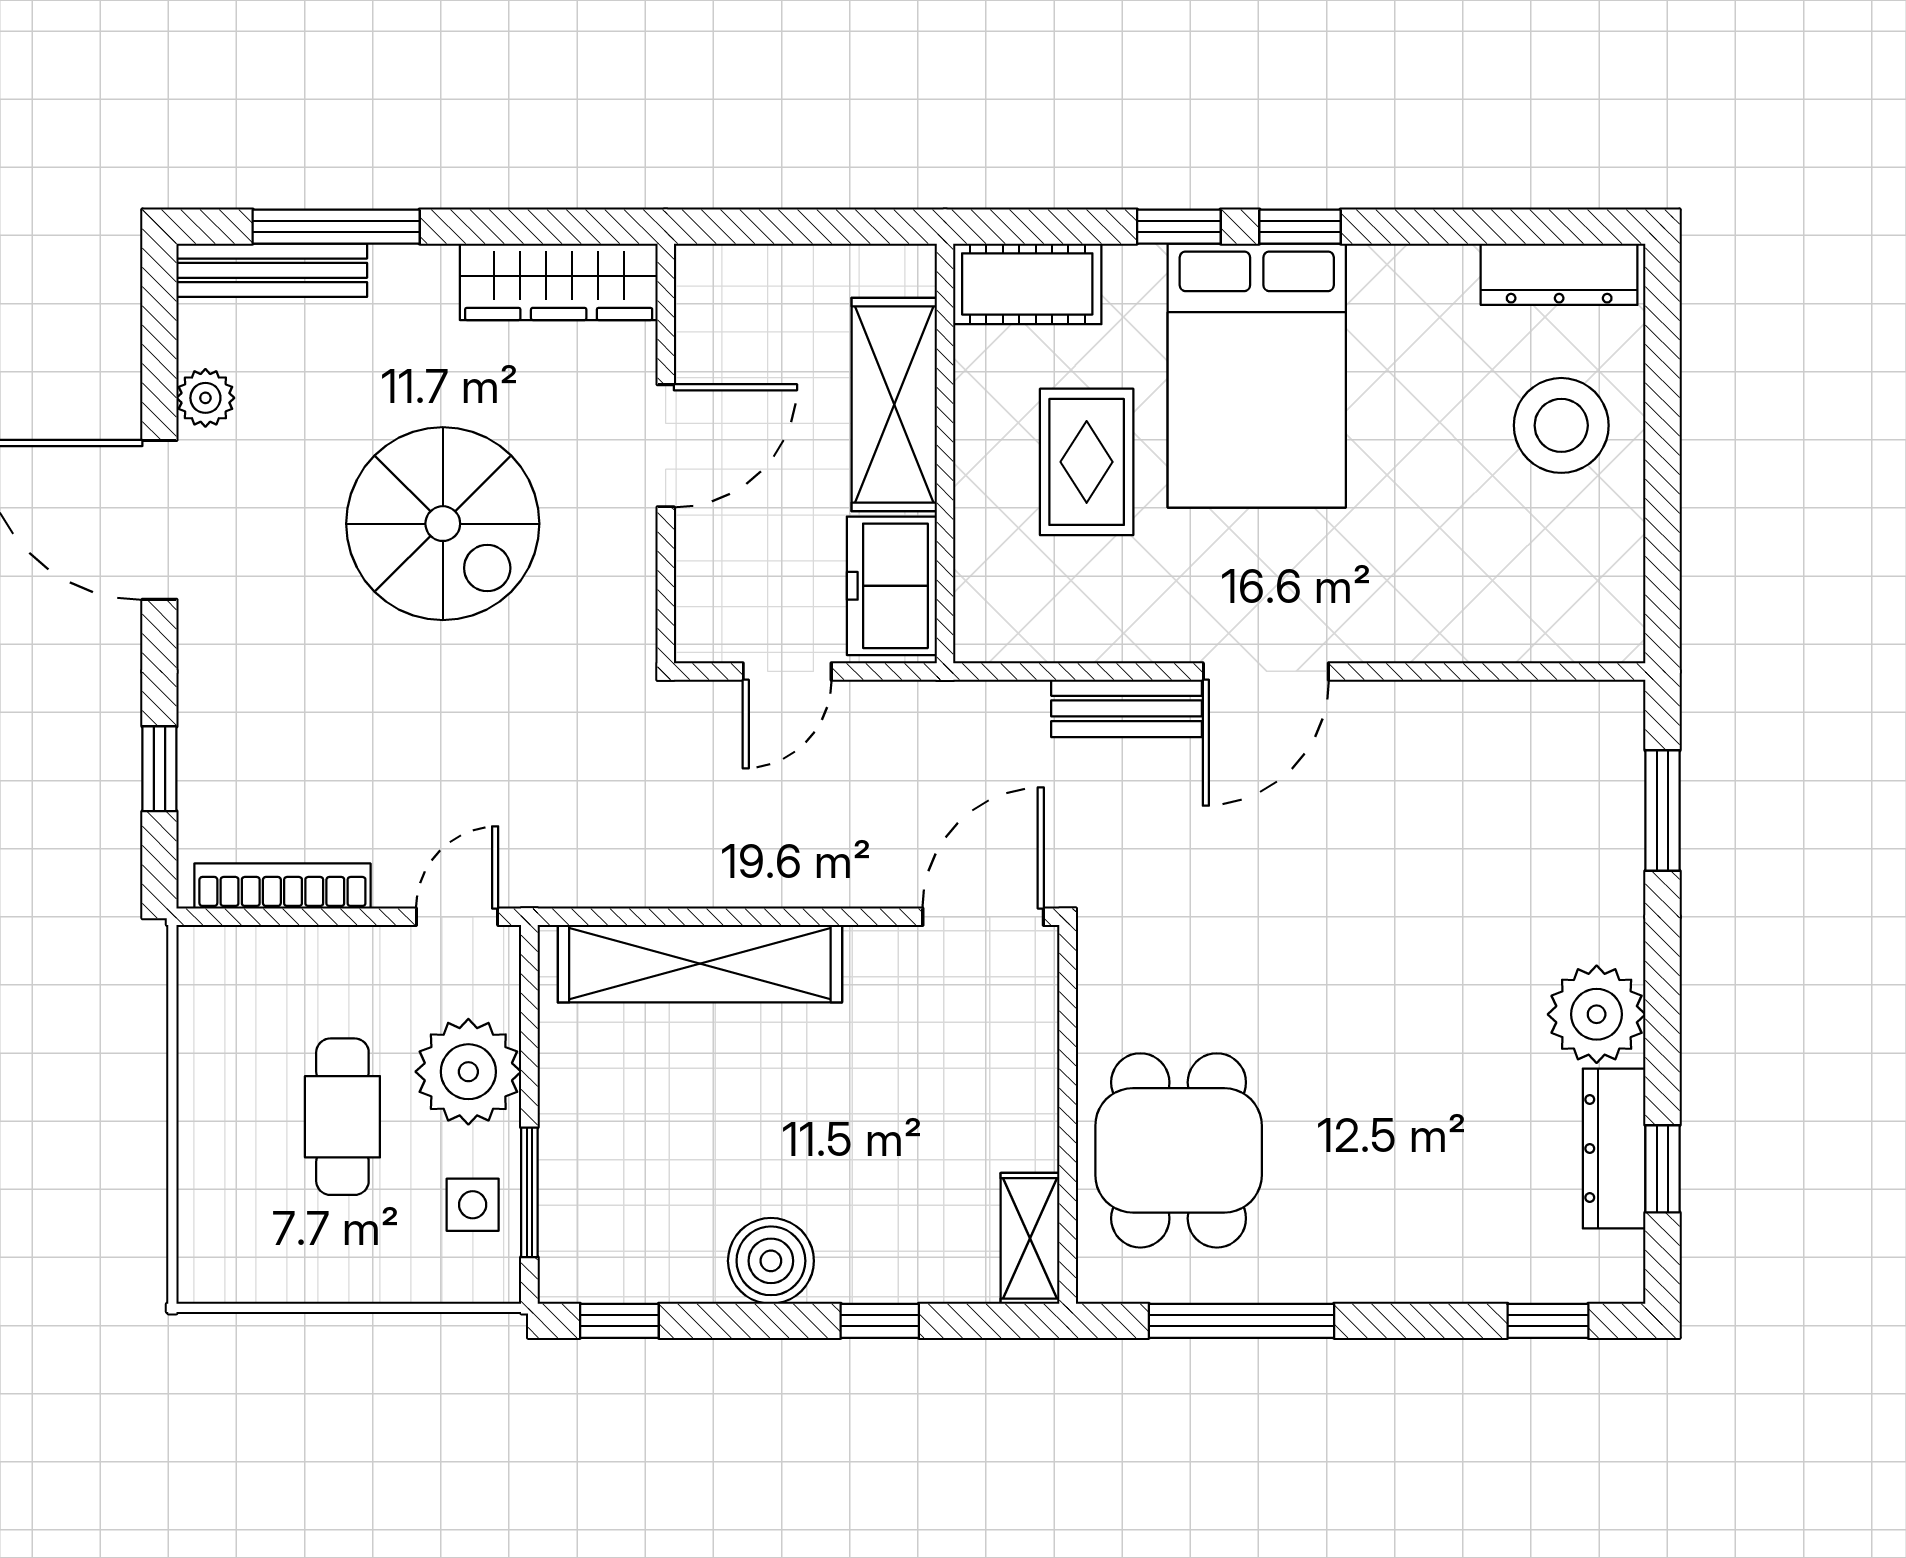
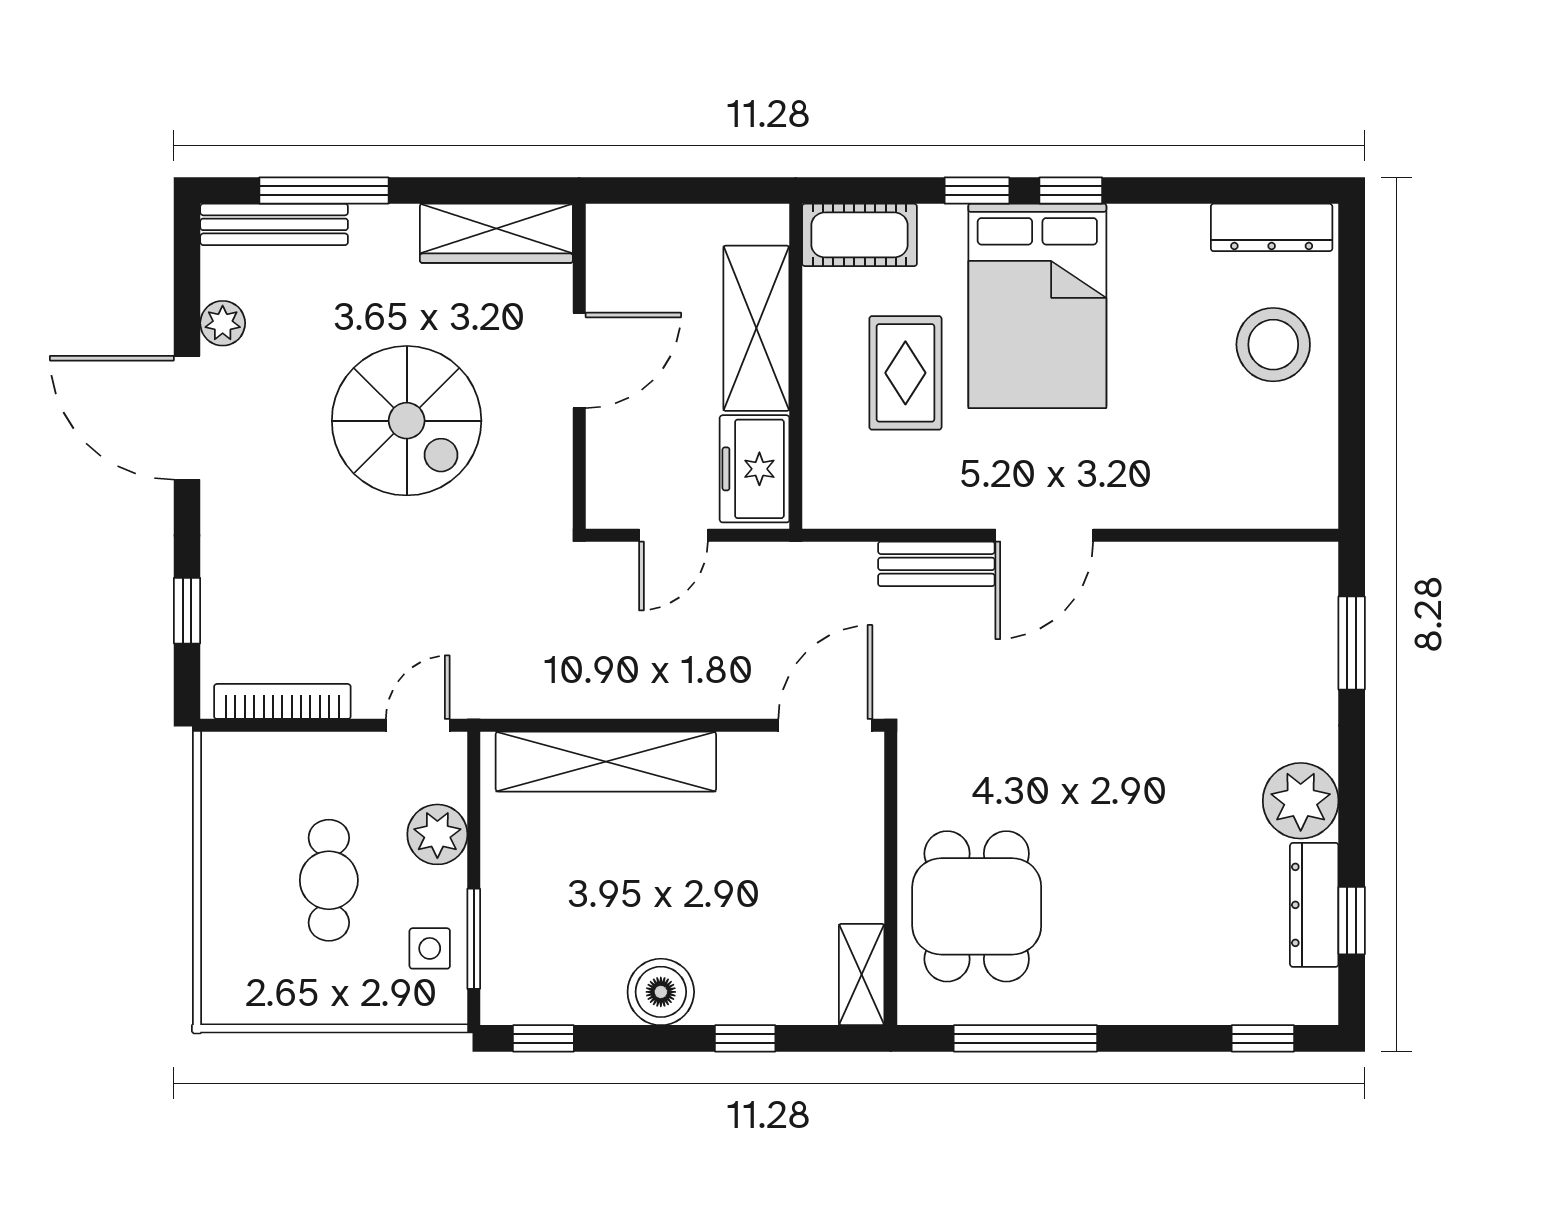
plant: (468, 1072) -> (437, 834), width x0.73, depth x0.73

